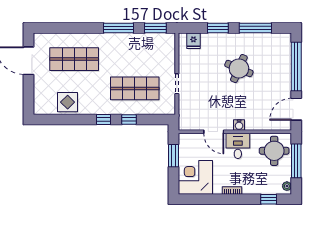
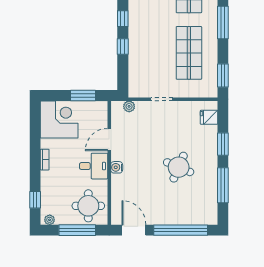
window: (118, 28) -> (223, 23), moved
shop shelf: (135, 88) -> (189, 53), moved
plant: (184, 114) -> (129, 106), added

